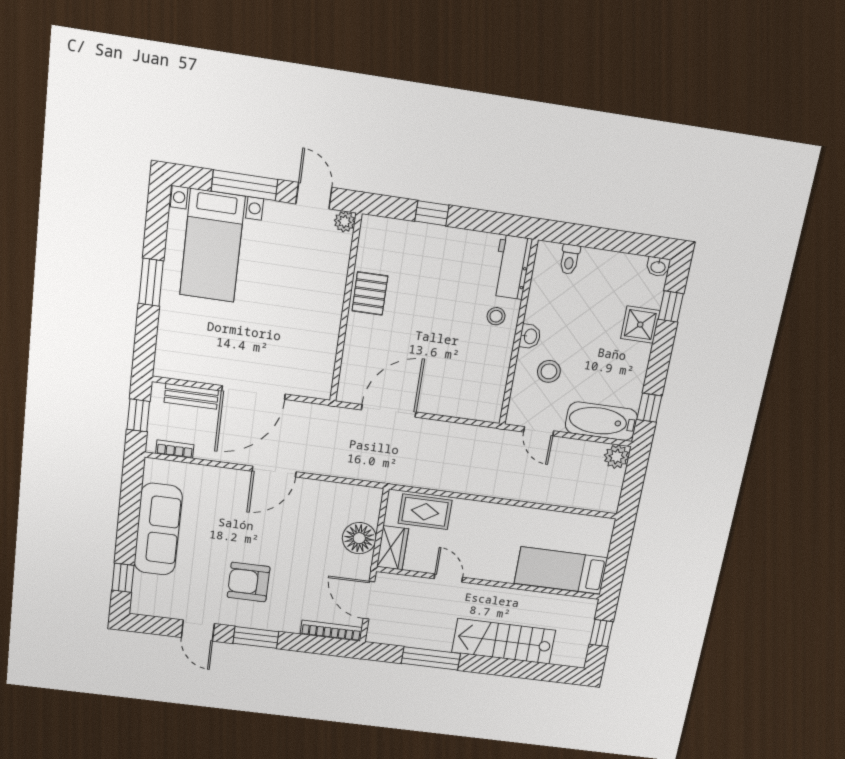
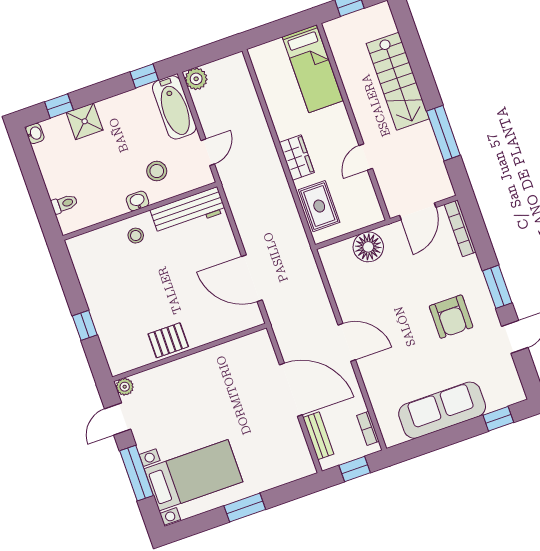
workbench: (512, 267) -> (188, 211), moved, width x1.38
wardrobe: (393, 548) -> (297, 157), moved, turned 90

